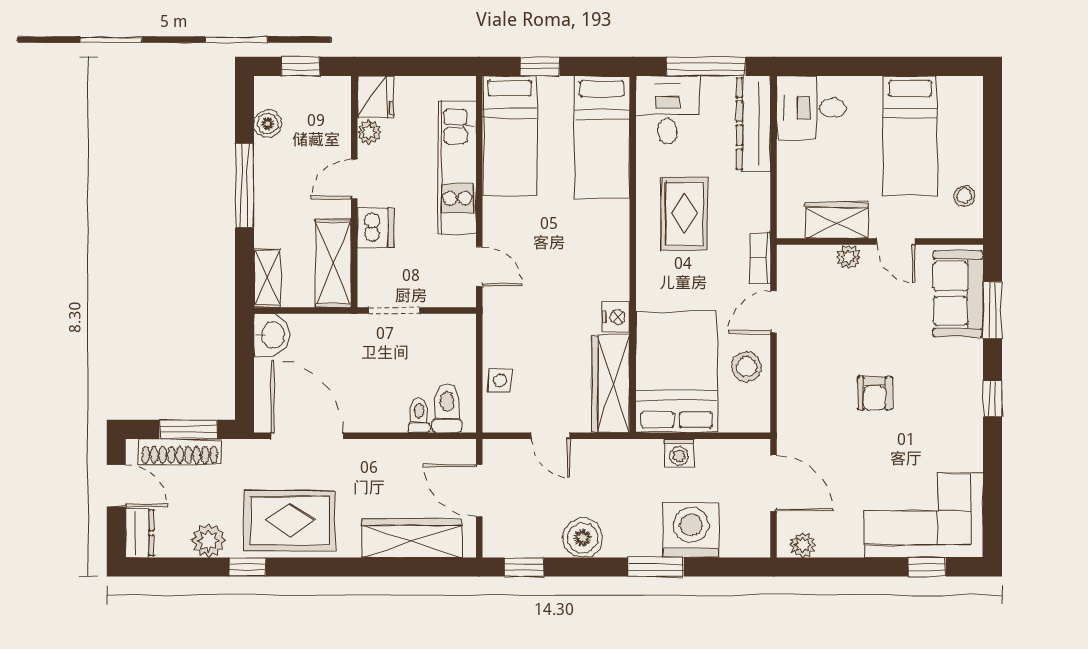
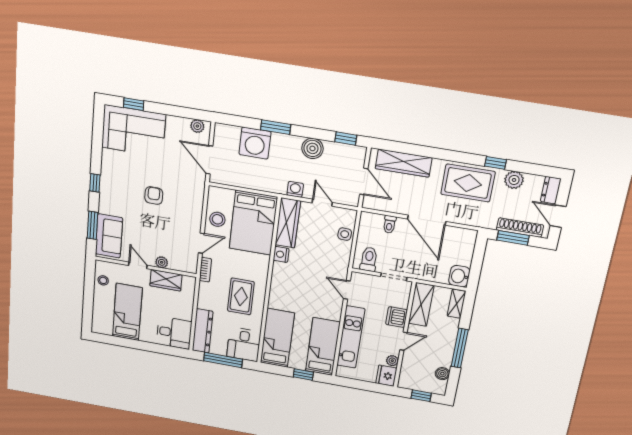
toilet: (447, 408) -> (369, 259), moved, turned 180
door: (307, 436) -> (427, 220), moved
washing machine: (679, 453) -> (295, 189), moved

